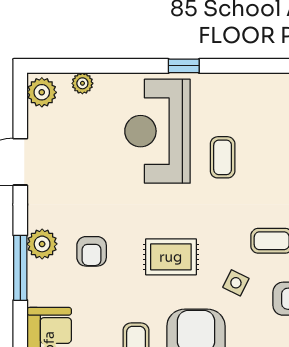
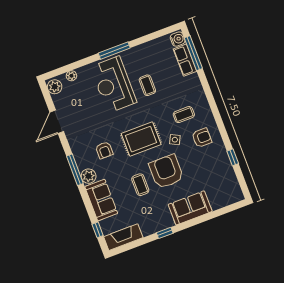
window: (184, 66) -> (114, 51), width x2.17
plant: (42, 244) -> (89, 176), moved
rug: (171, 257) -> (141, 139), width x1.36, depth x1.43

